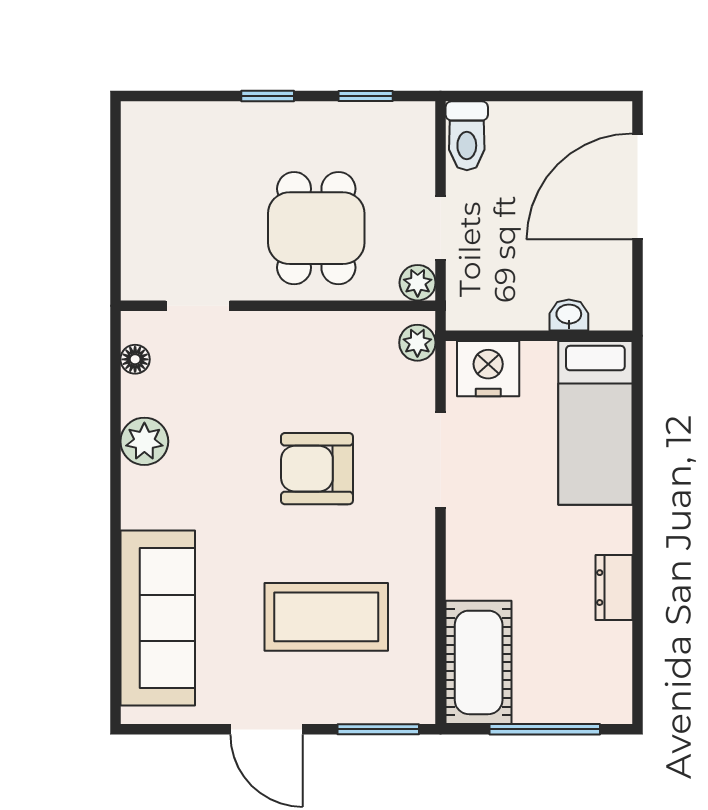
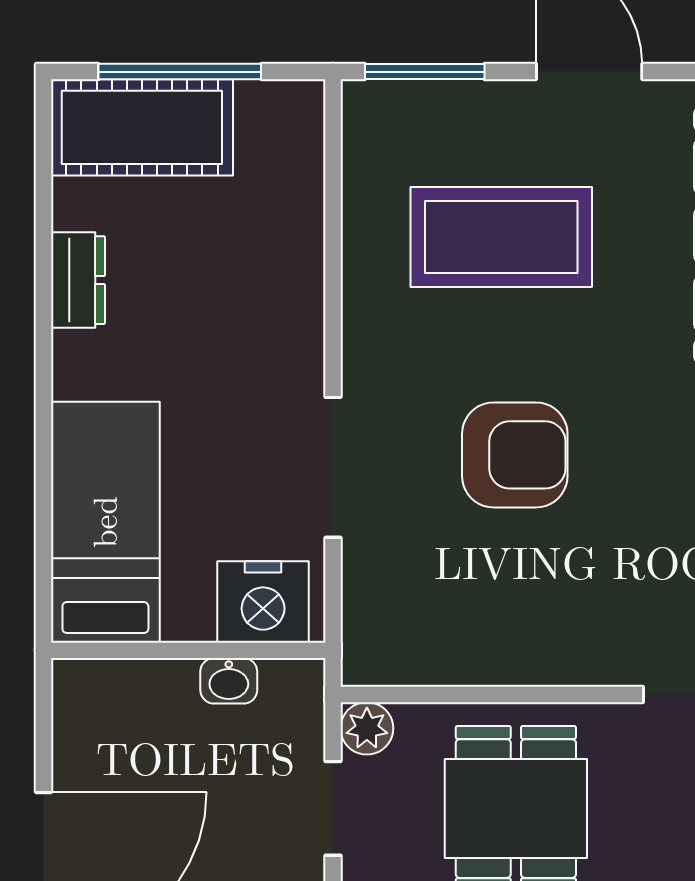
washbasin: (569, 315) -> (229, 681), moved
plant: (417, 343) -> (367, 640), removed
cot: (479, 662) -> (142, 127), moved, turned 90

